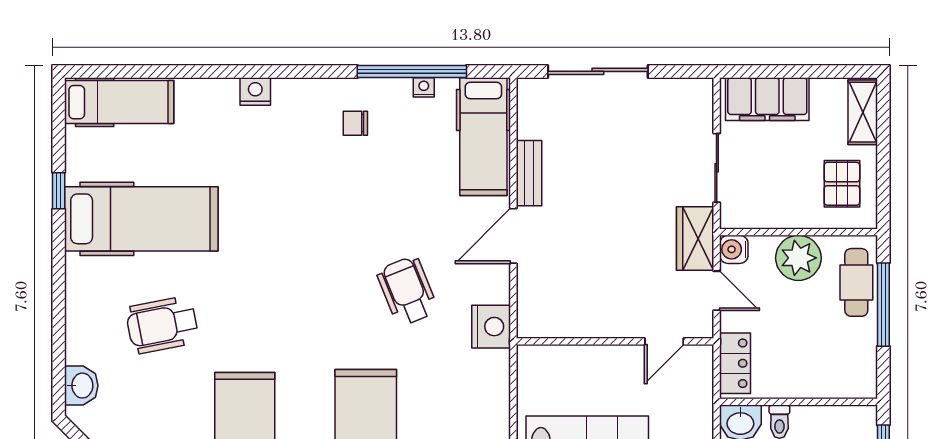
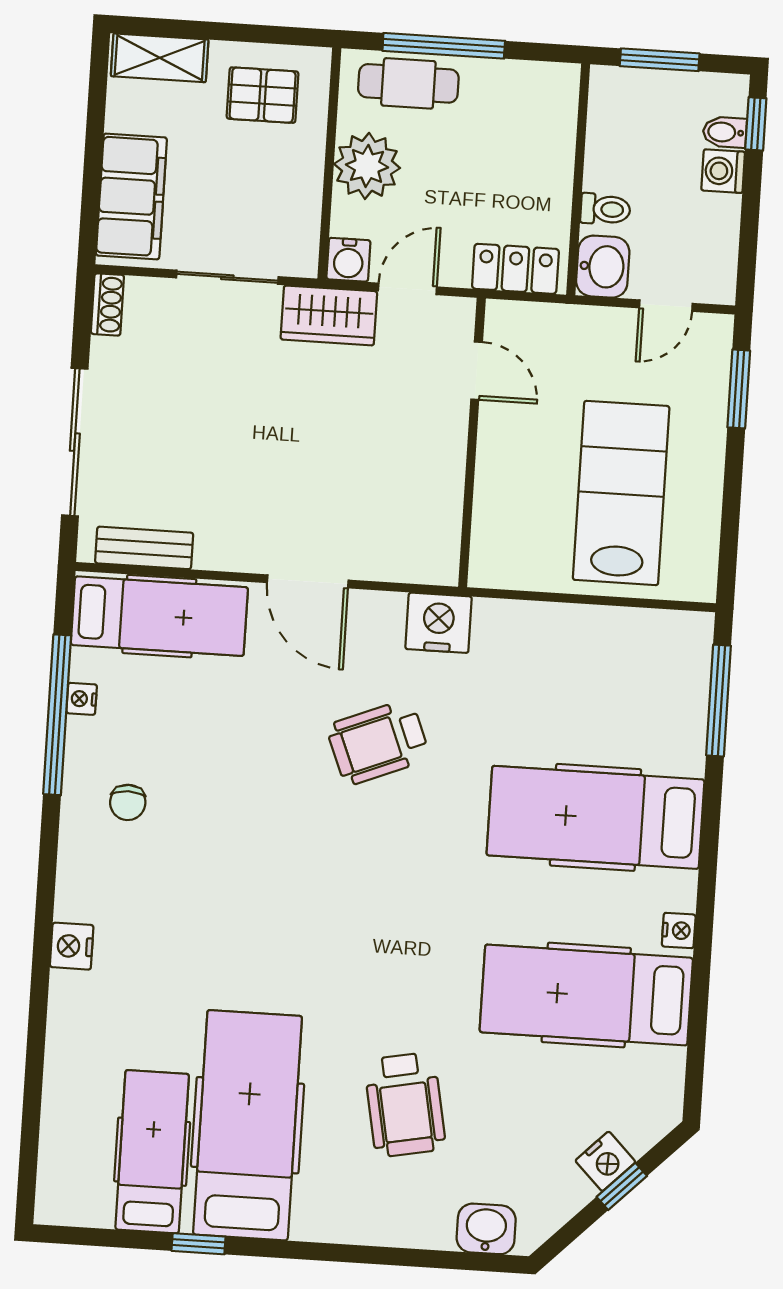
shoe rack: (693, 88) -> (107, 304), added
hospital bed: (119, 102) -> (152, 1152), moved
bench: (529, 173) -> (144, 548), moved

